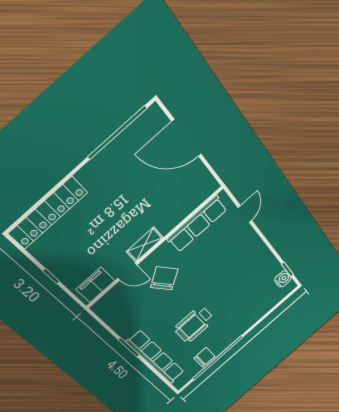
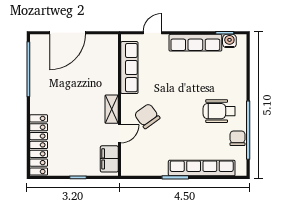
door: (245, 214) -> (152, 33), hinge flipped
row of seats: (262, 256) -> (195, 43), added
wheelchair: (194, 324) -> (219, 111), moved, turned 90

